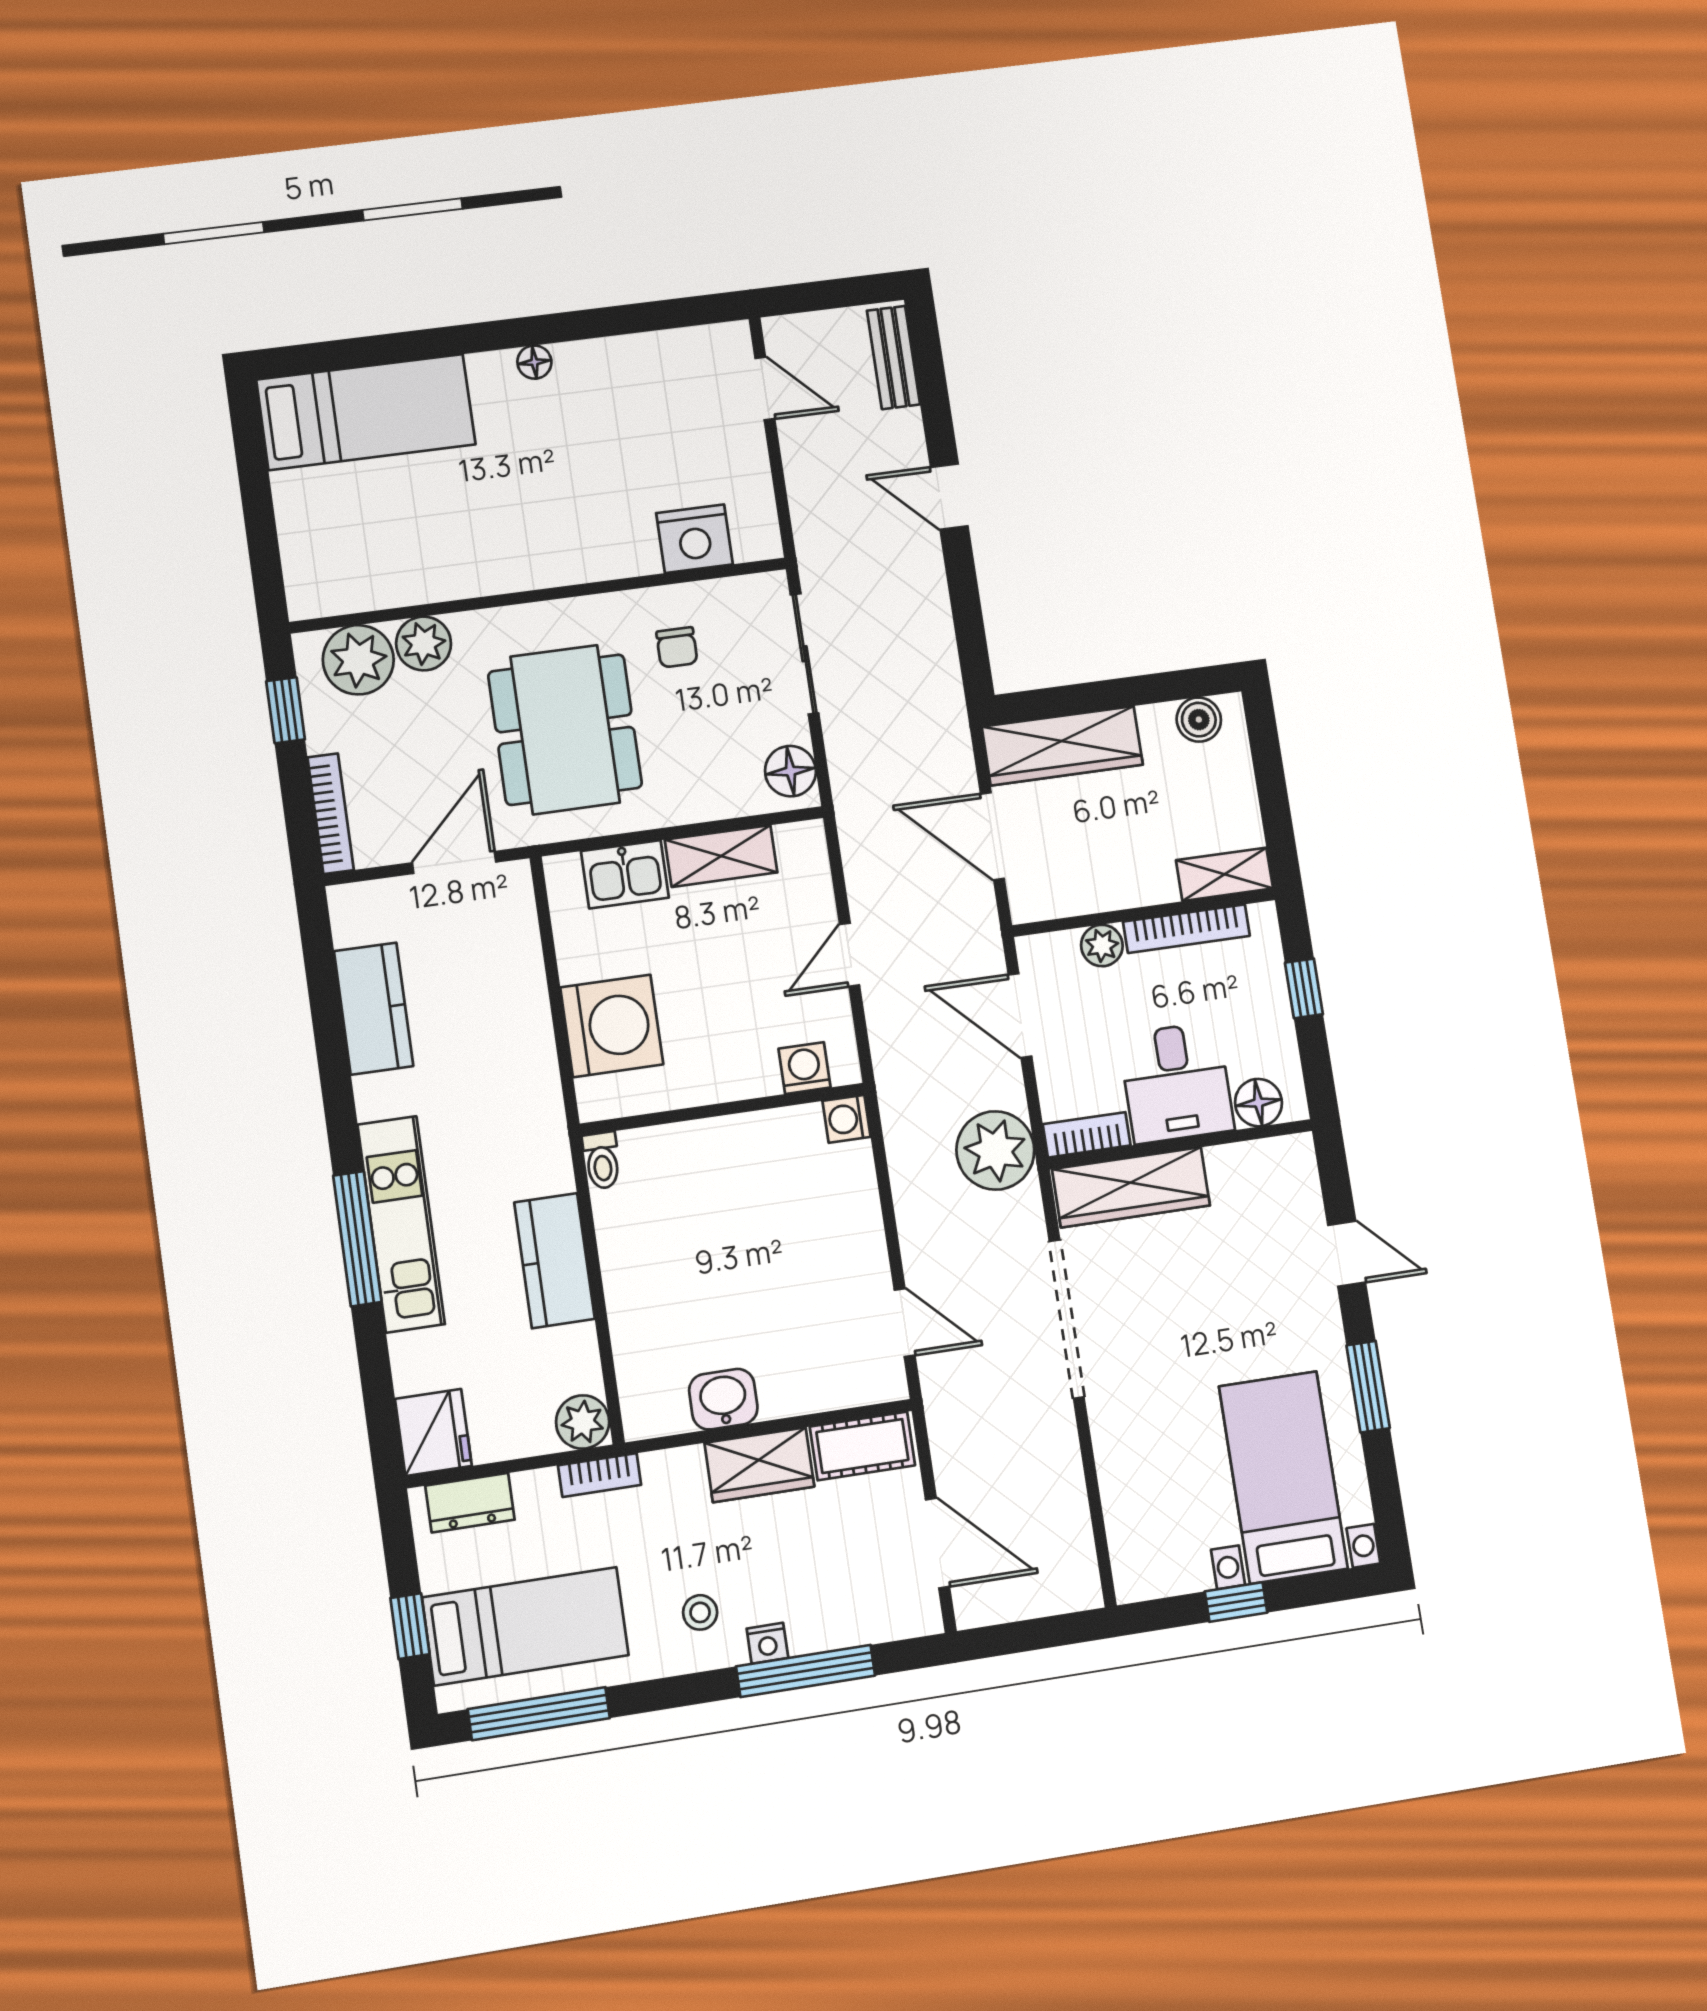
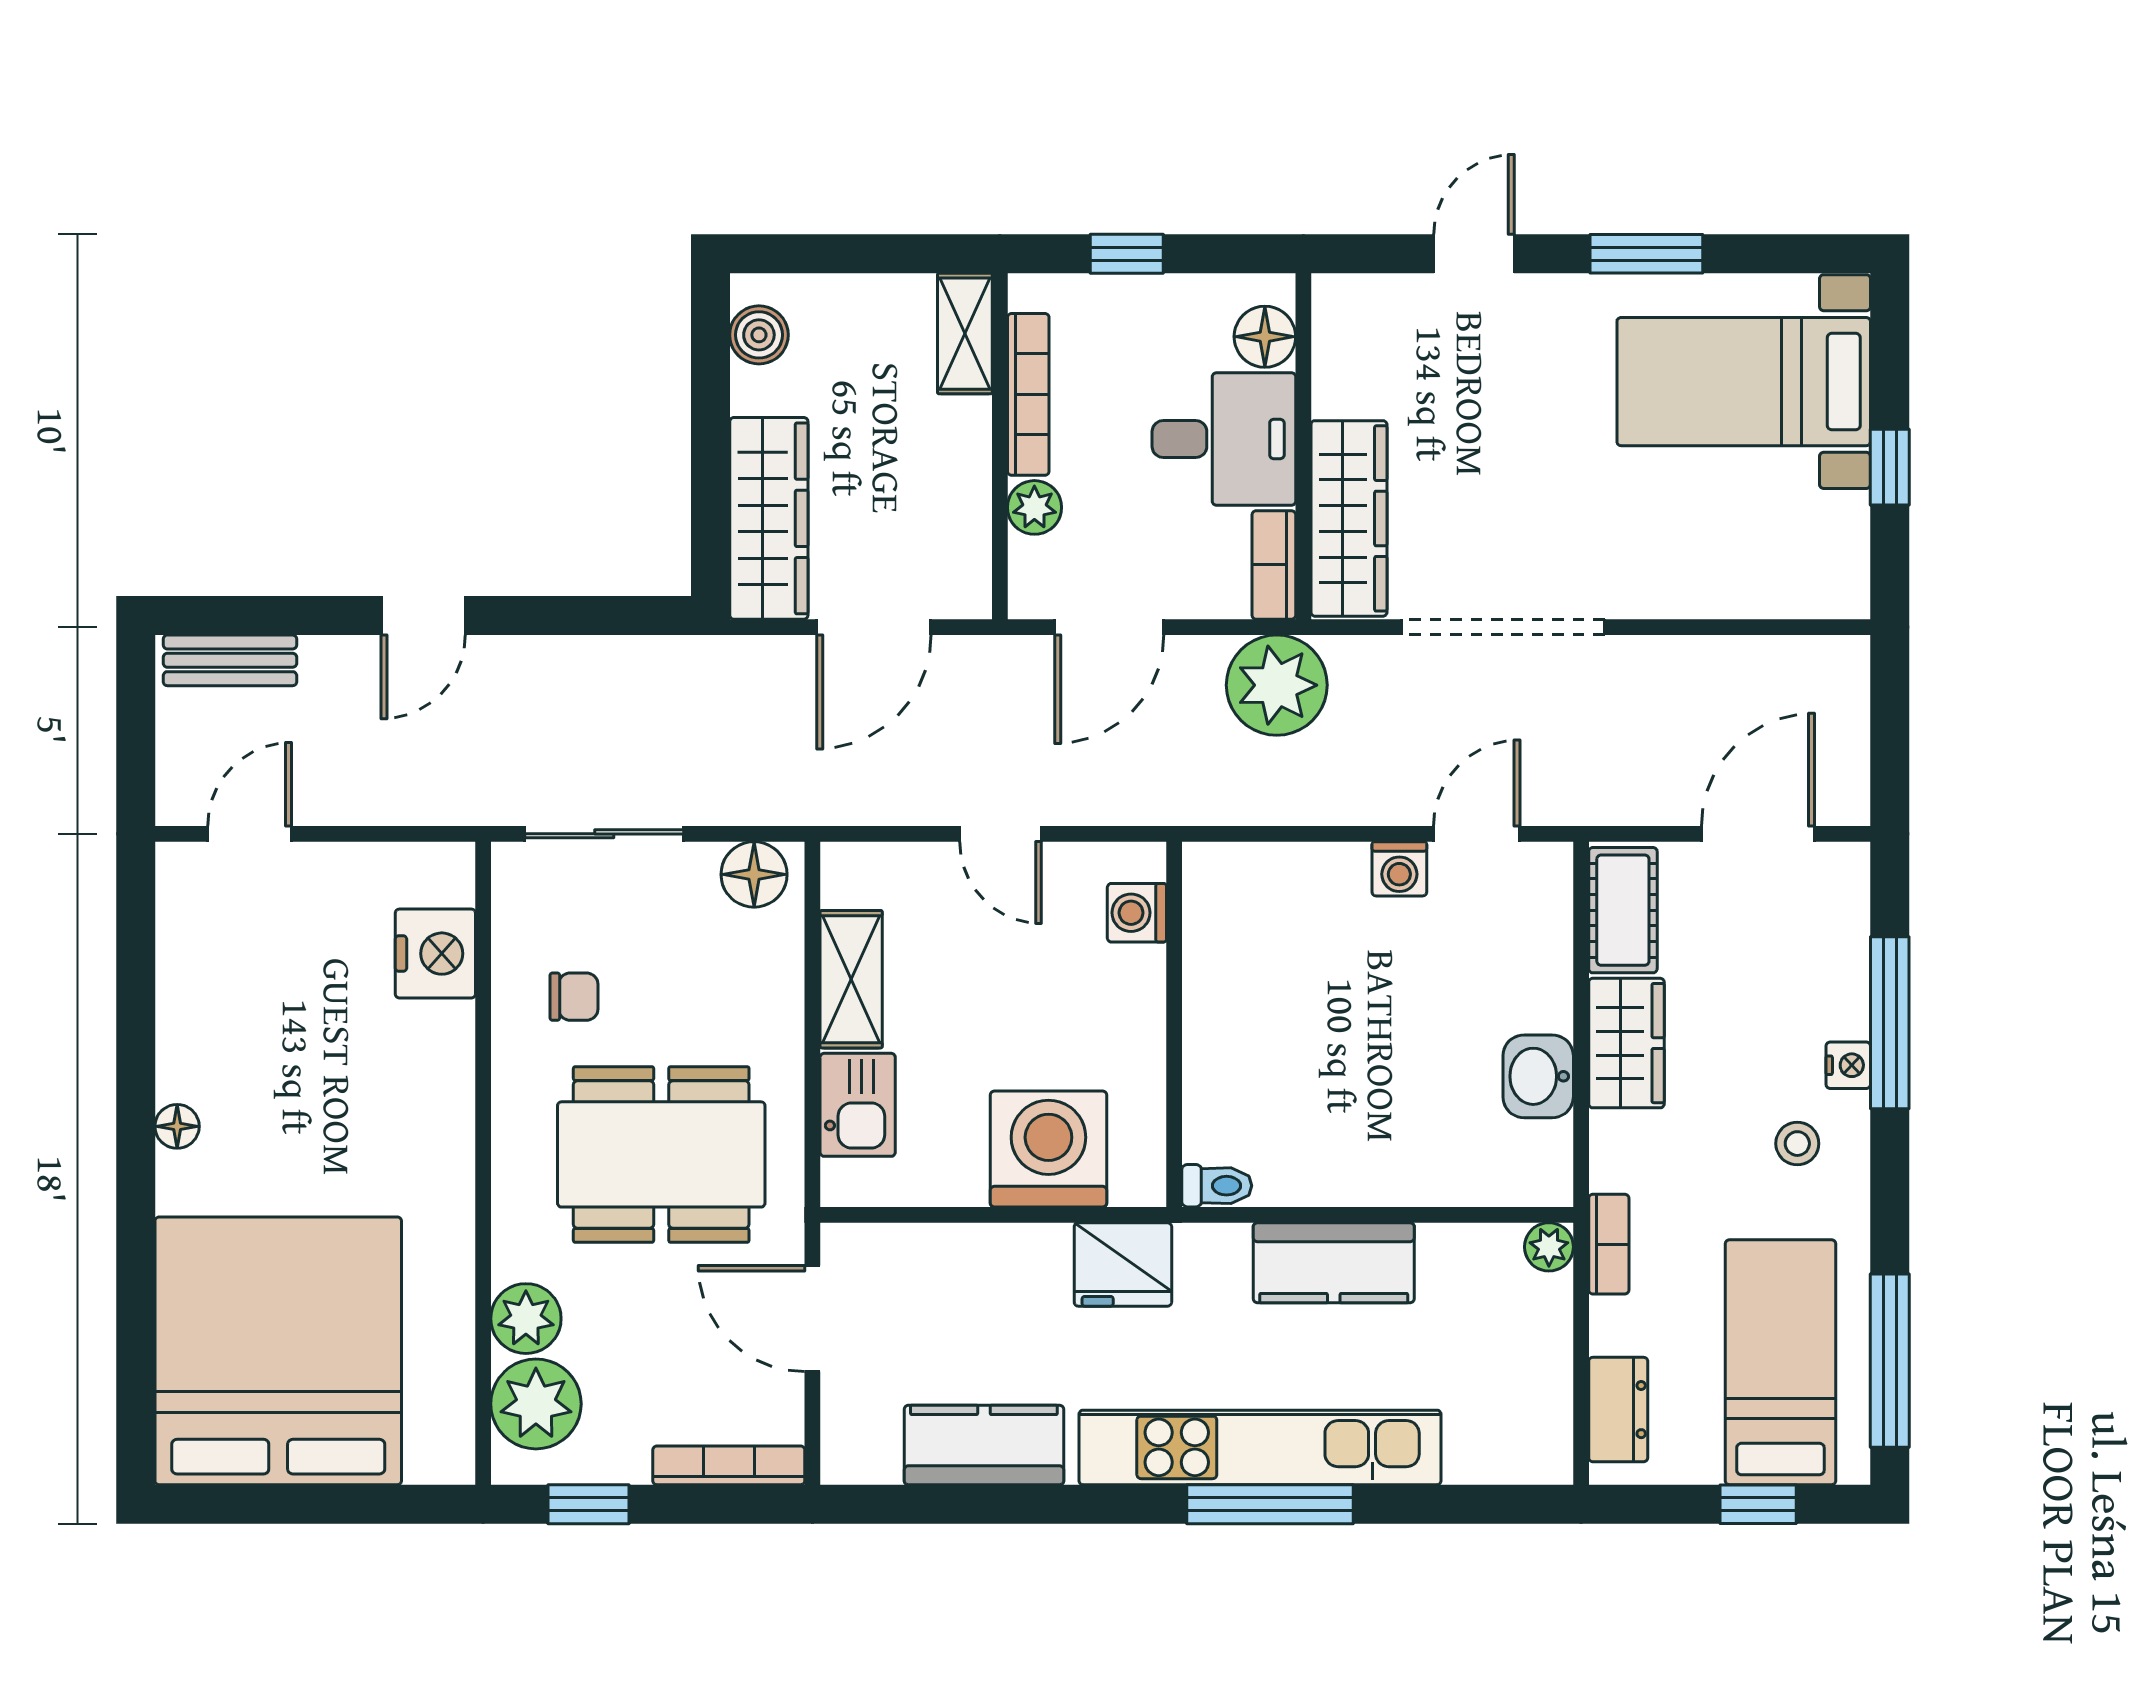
bed: (366, 412) -> (278, 1351), width x2.04
washing machine: (847, 1119) -> (1399, 869), moved
kitchen unit: (401, 1224) -> (1260, 1447), width x1.36
plant: (583, 1422) -> (1549, 1247), width x0.73, depth x0.73
fridge: (433, 1432) -> (1123, 1264), moved, turned 180

